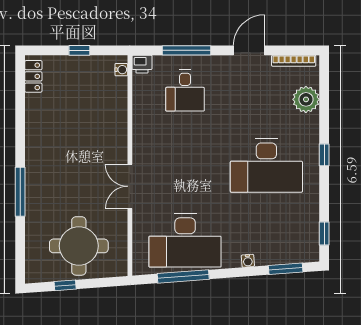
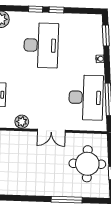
plant: (143, 139) -> (22, 122), added
window: (20, 192) -> (67, 200), moved
window: (324, 234) -> (56, 10), moved

